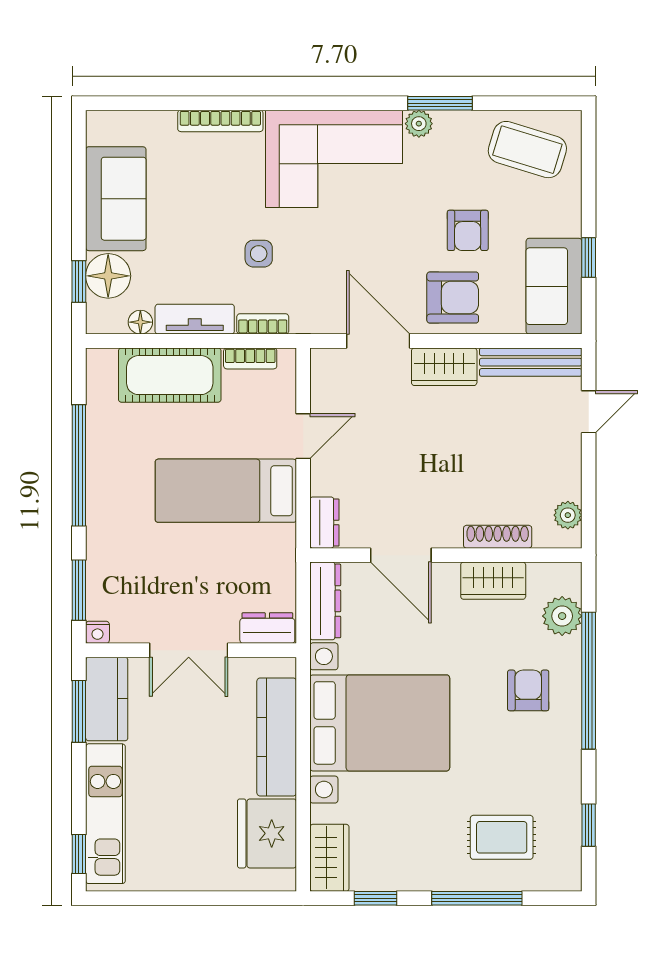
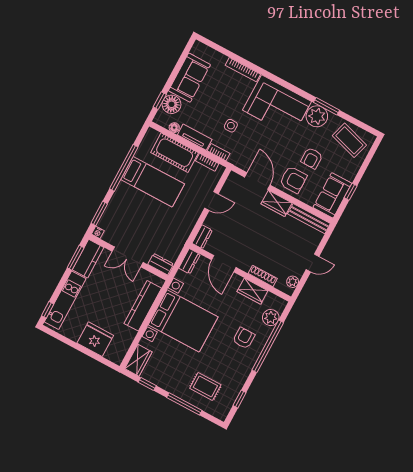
plant: (419, 124) -> (317, 116), width x1.88, depth x1.88
door: (589, 412) -> (312, 263), moved
bed: (226, 491) -> (153, 182), moved, turned 180
dresser: (325, 601) -> (189, 261), width x0.70
fridge: (267, 833) -> (95, 339), moved, turned 90

